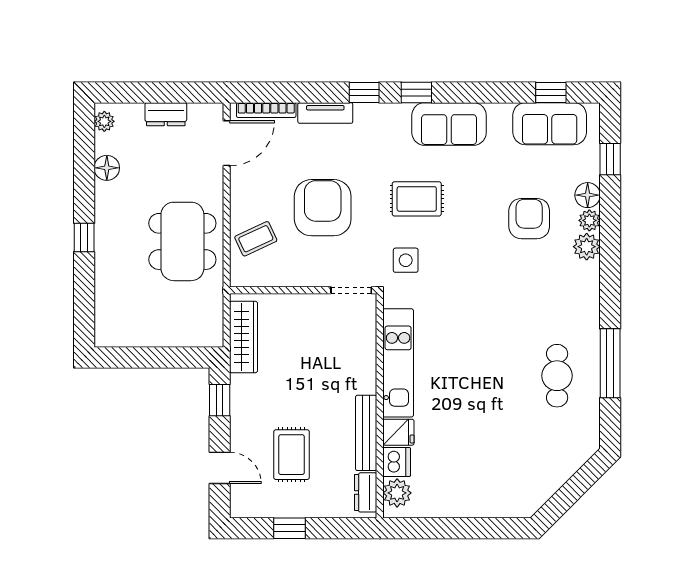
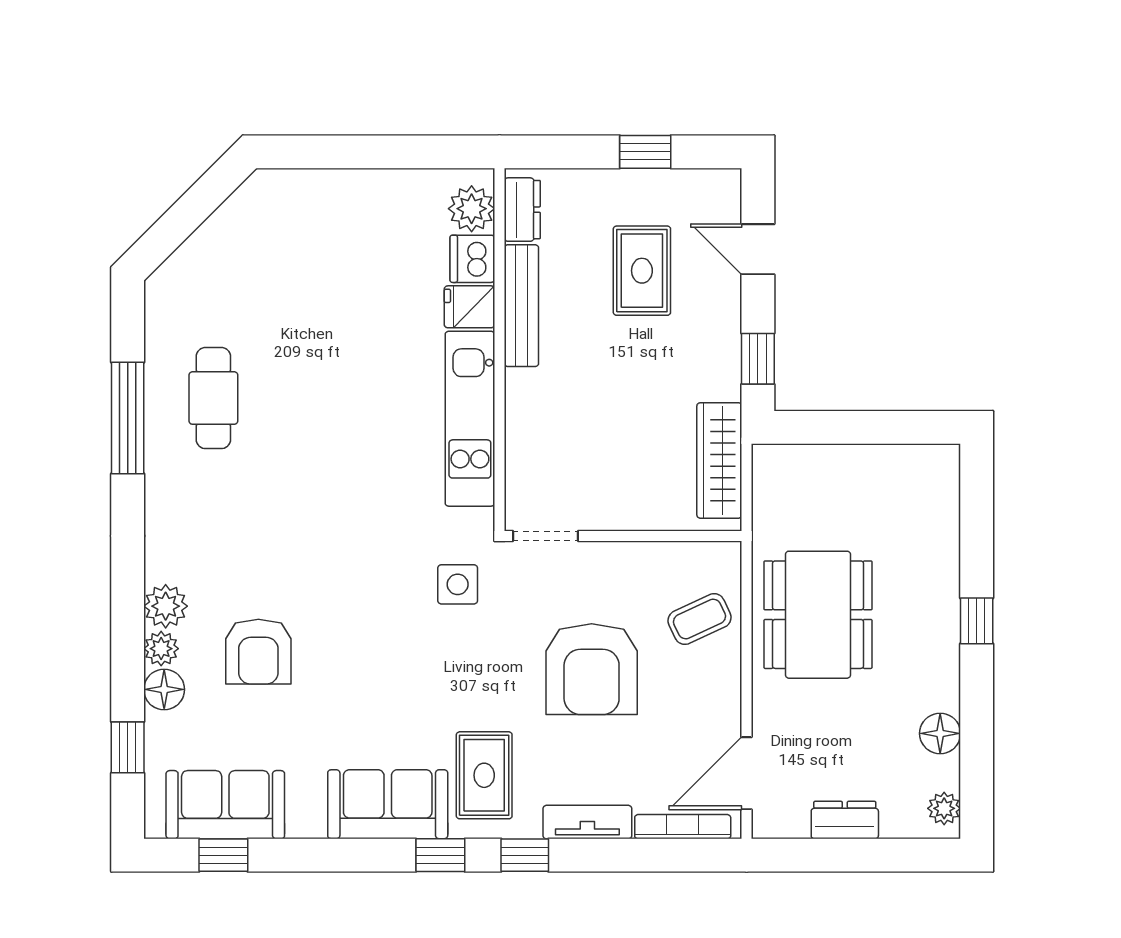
rug: (417, 199) -> (484, 775), moved, turned 90

